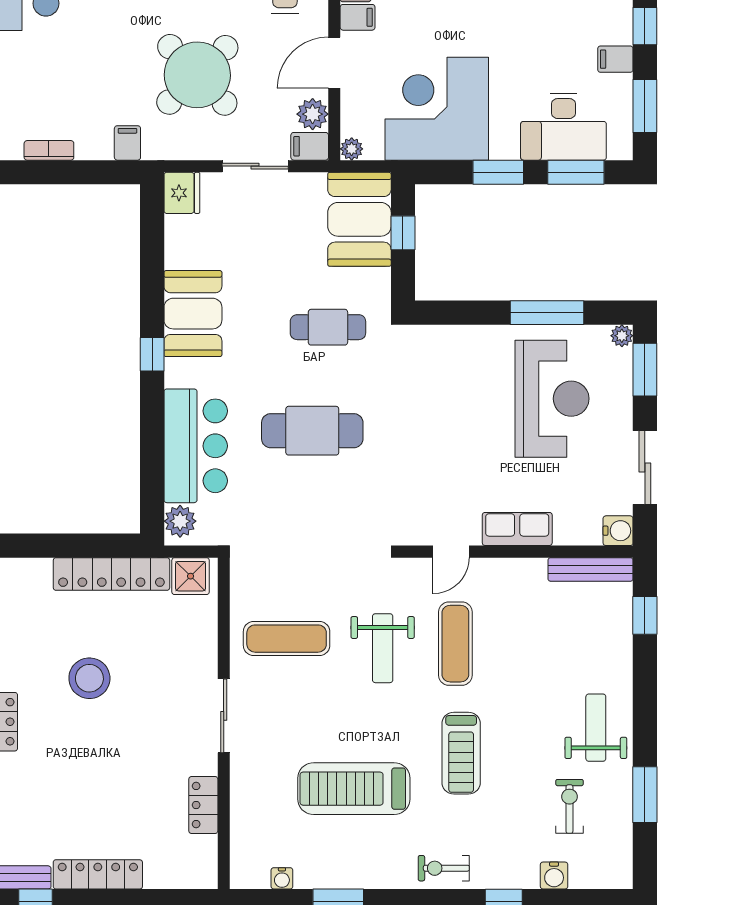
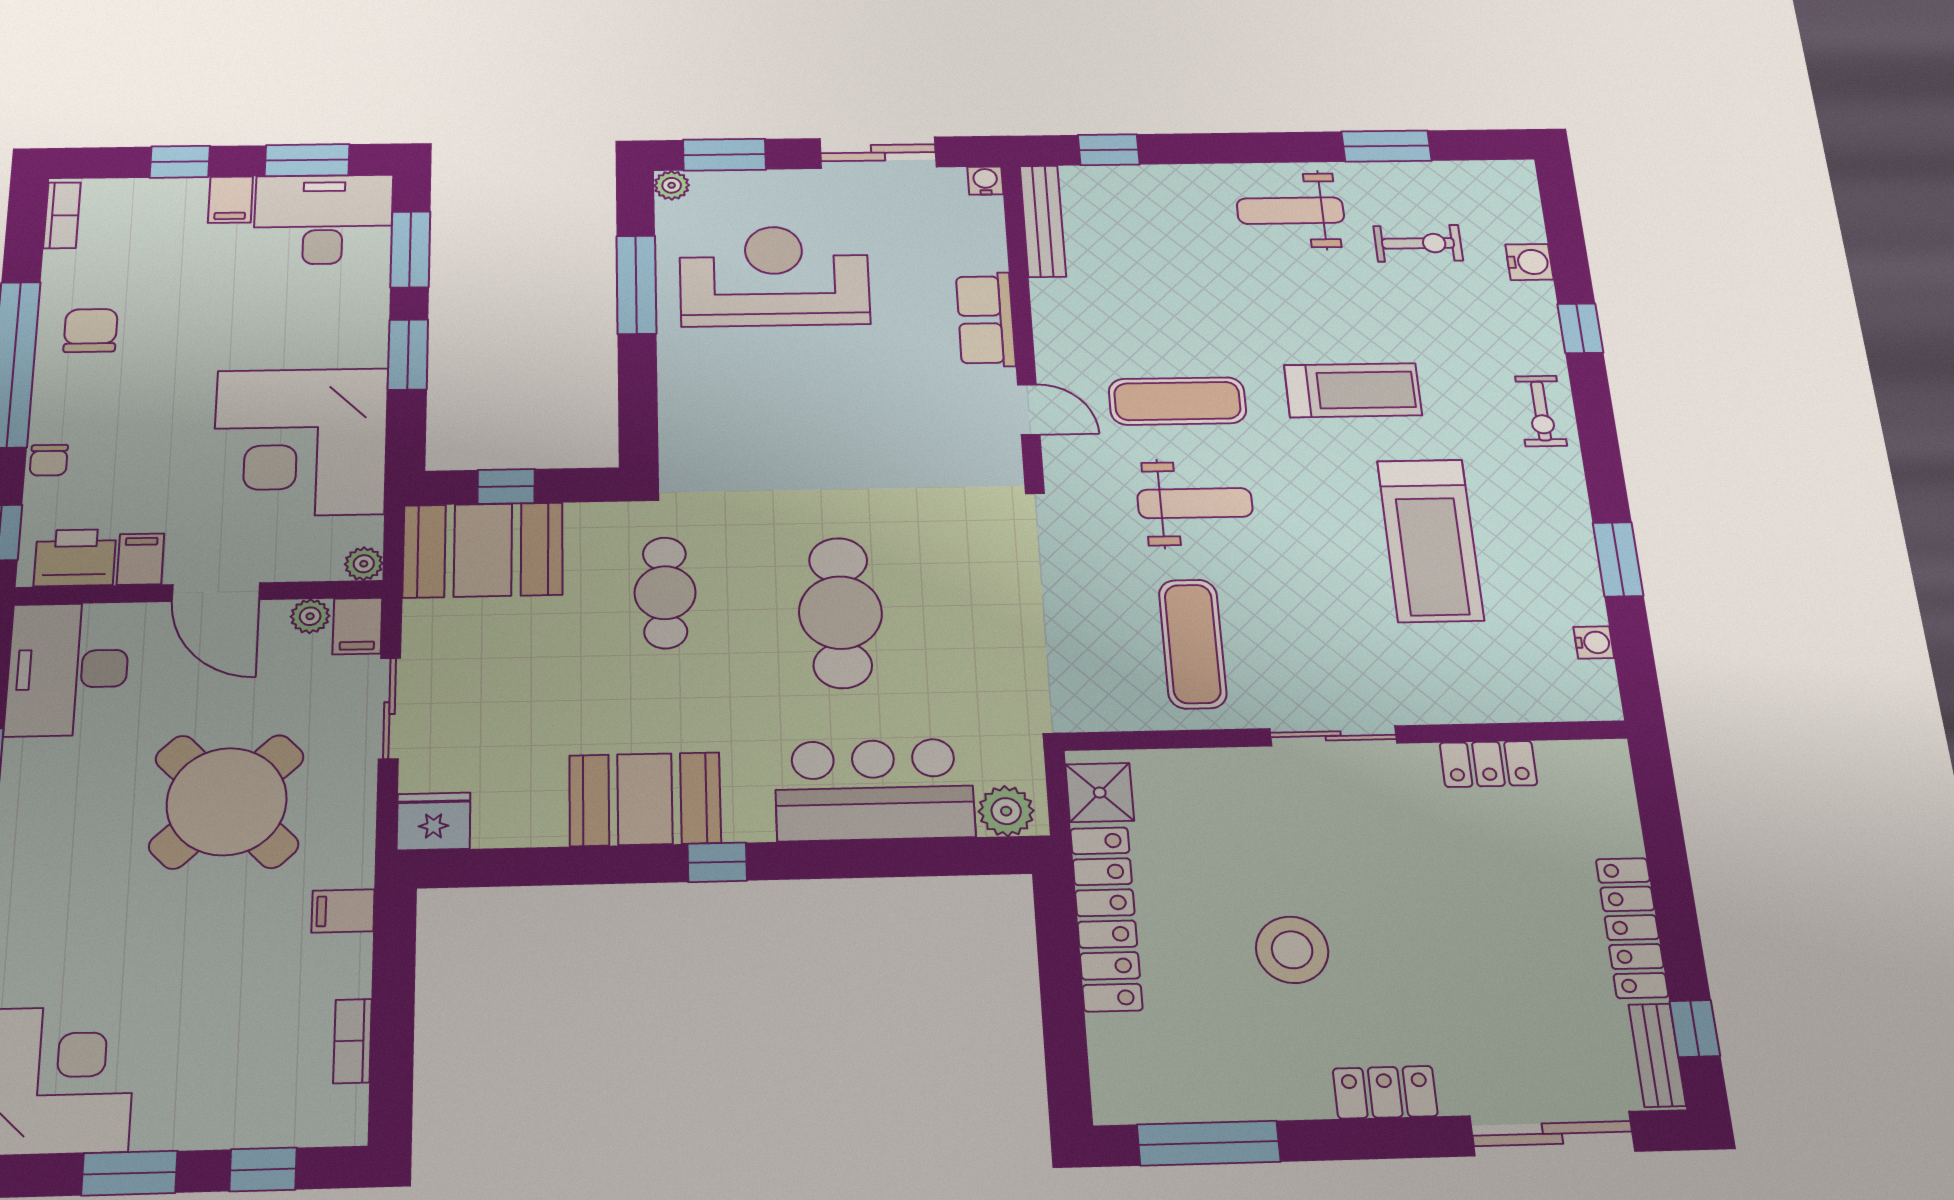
plant: (313, 114) -> (310, 616), width x0.73, depth x0.73
desk: (563, 127) -> (323, 219), moved, turned -90
water cooler: (618, 531) -> (985, 181), width x0.72, depth x0.72
exercise bike: (569, 806) -> (1418, 243), turned 180

